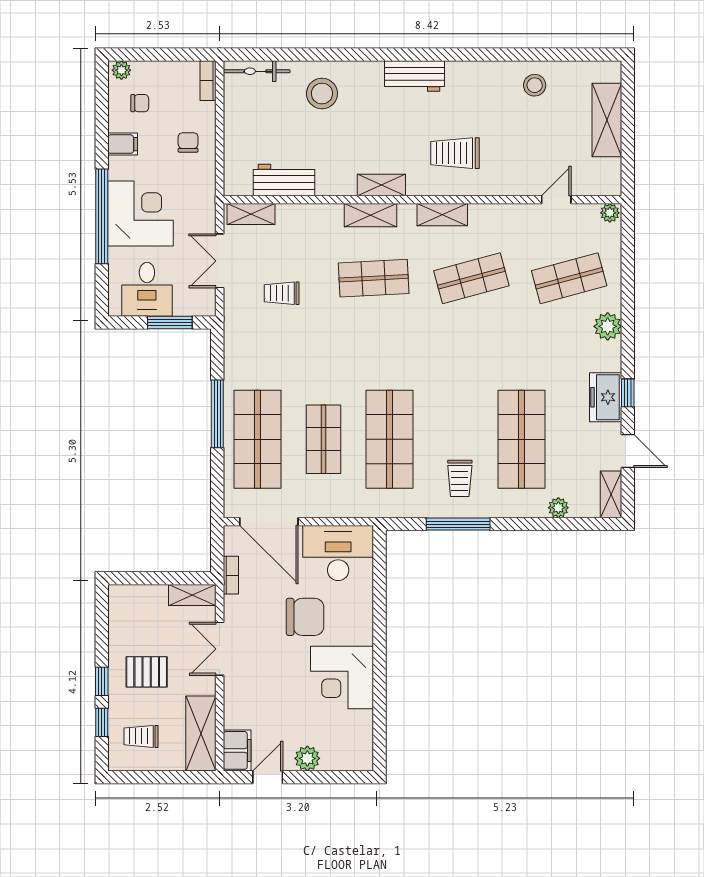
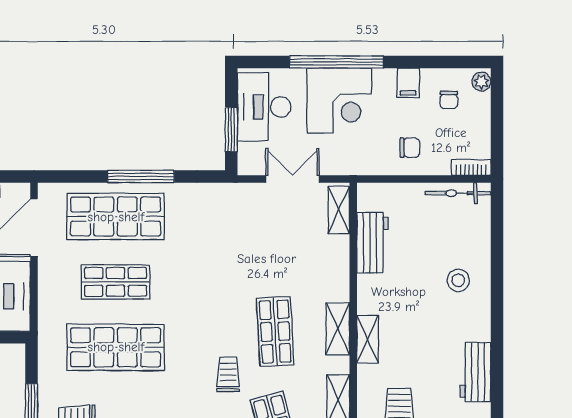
bicycle: (257, 71) -> (458, 193), moved, turned -90
stool: (322, 94) -> (458, 280), width x0.73, depth x0.73
desk: (147, 289) -> (264, 107), width x1.37
trolley: (282, 293) -> (228, 374), moved

